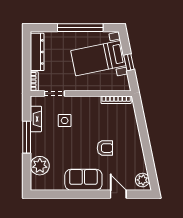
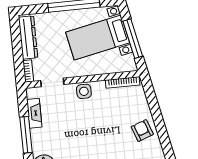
window: (129, 62) -> (133, 39), width x2.17
side table: (65, 121) -> (84, 91), moved
armchair: (105, 148) -> (142, 131), moved, turned -110

